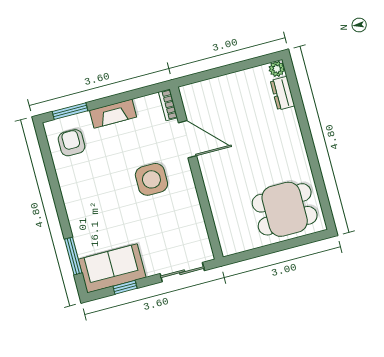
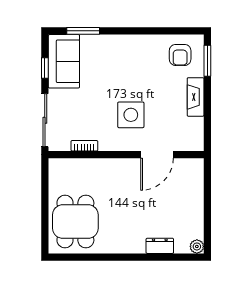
dresser: (282, 93) -> (160, 246), moved
bookcase: (168, 105) -> (84, 146), moved
armchair: (72, 143) -> (180, 55), turned 90
sliding door: (182, 272) -> (45, 120), width x1.37

